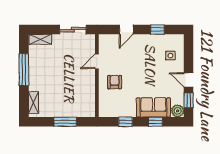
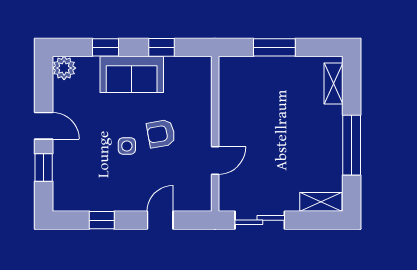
side table: (170, 56) -> (127, 146), moved
armchair: (115, 82) -> (161, 134), moved, turned 80
window: (189, 100) -> (44, 168), moved
sofa: (153, 107) -> (132, 74), moved

